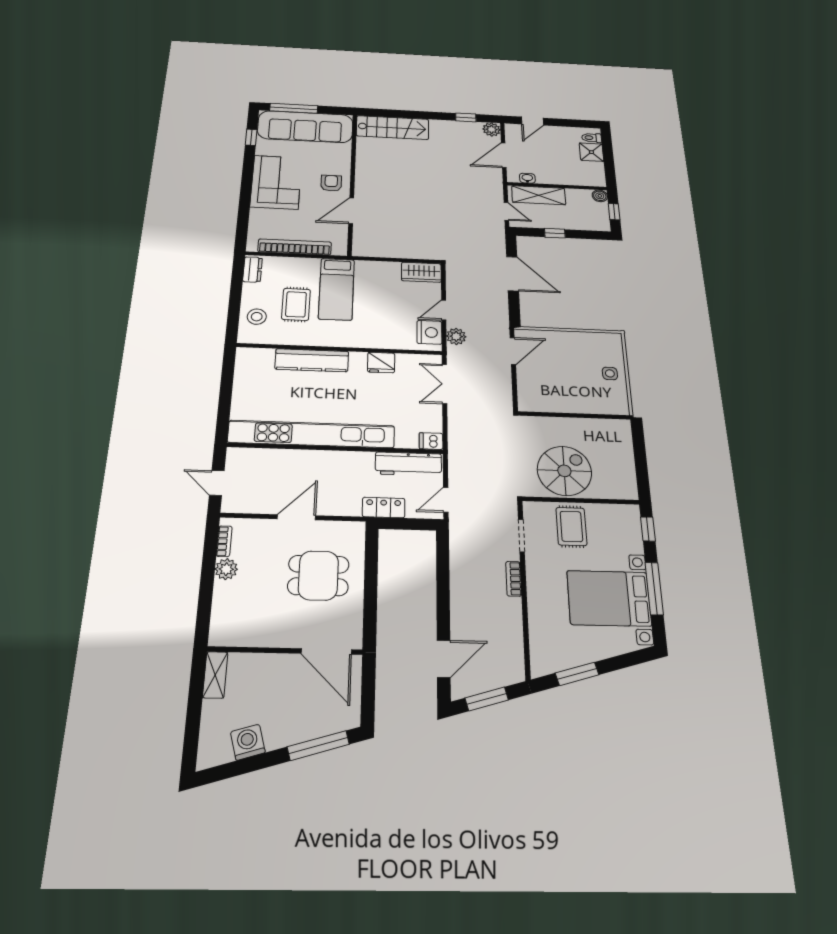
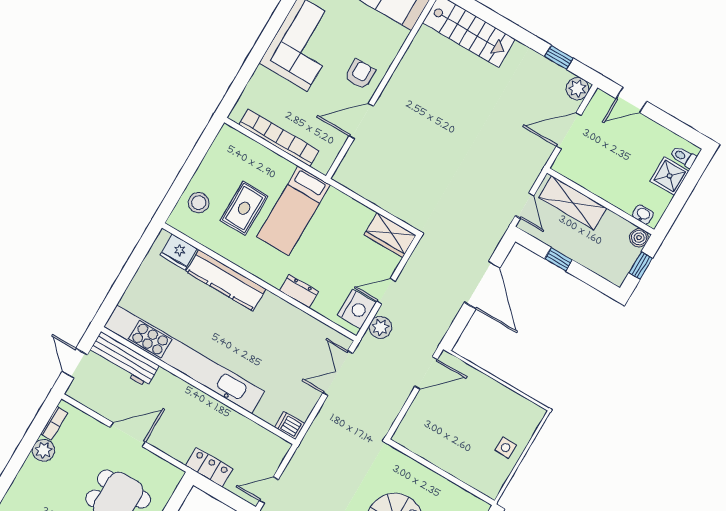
washbasin: (527, 178) -> (643, 215), moved
dresser: (252, 270) -> (299, 291), moved, turned -90
fridge: (381, 363) -> (179, 252), moved
workbench: (408, 464) -> (124, 359), moved

